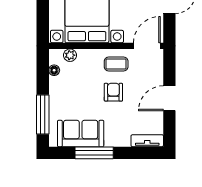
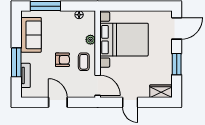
plant: (70, 55) -> (90, 40), moved
tv unit: (147, 141) -> (26, 75), moved
window: (94, 153) -> (16, 62), moved

